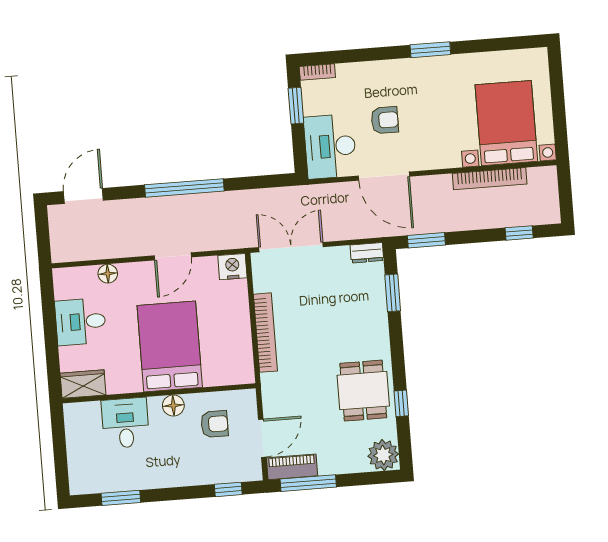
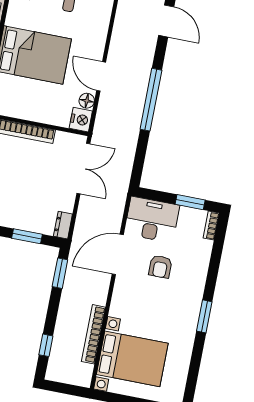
floor lamp: (108, 274) -> (87, 101), moved

